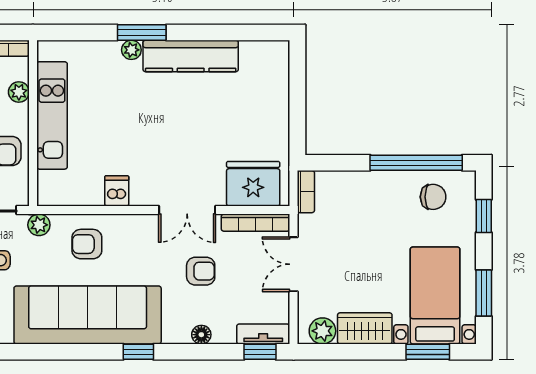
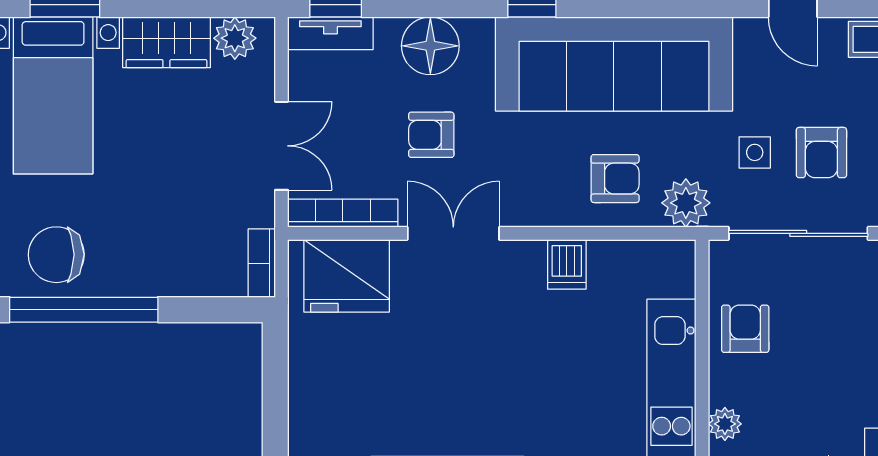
chair: (433, 197) -> (56, 255), width x1.37, depth x1.37
plant: (39, 225) -> (686, 203), width x1.38, depth x1.38
floor lamp: (201, 335) -> (430, 46), width x1.89, depth x1.89

